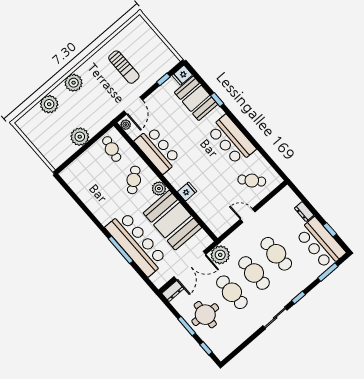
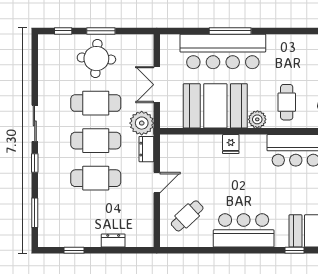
cafe table: (134, 180) -> (287, 102), turned 40
bar counter: (320, 243) -> (69, 230), removed
double door: (190, 266) -> (157, 85), width x0.73
dresser: (173, 291) -> (146, 149), moved

